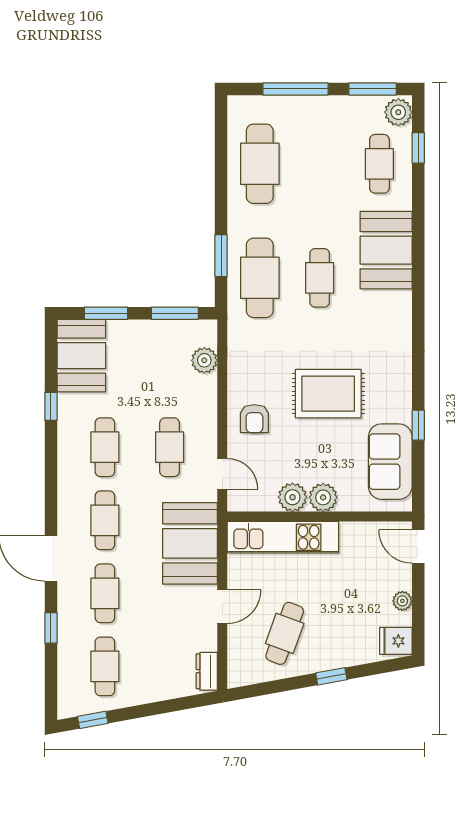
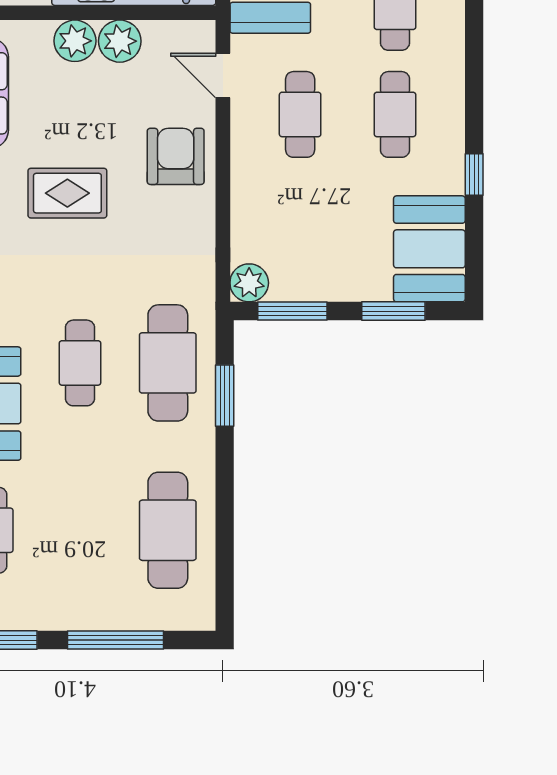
plant: (204, 360) -> (249, 283), moved
rug: (328, 394) -> (67, 193), width x0.73, depth x0.70
armchair: (254, 419) -> (176, 156), width x1.38, depth x1.38

